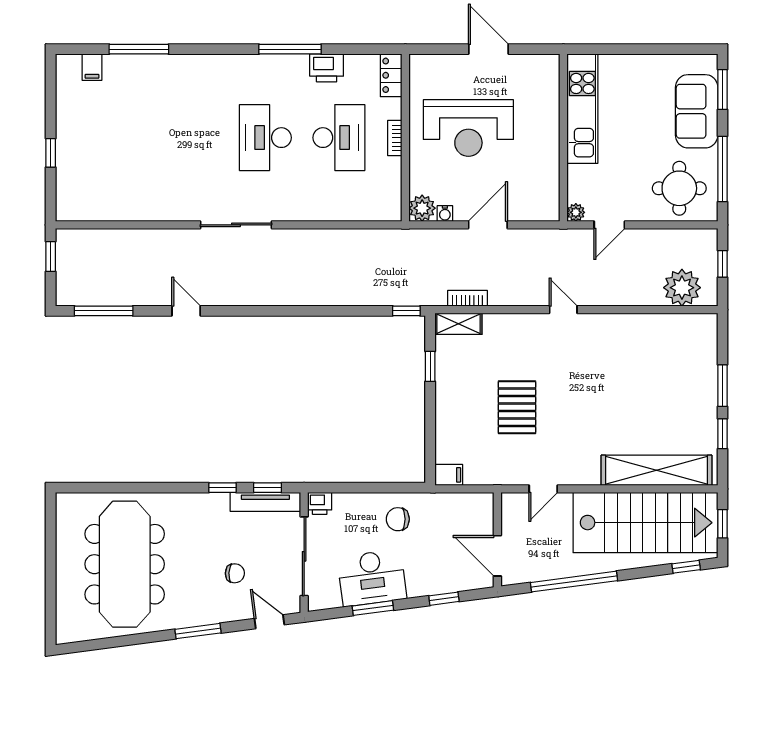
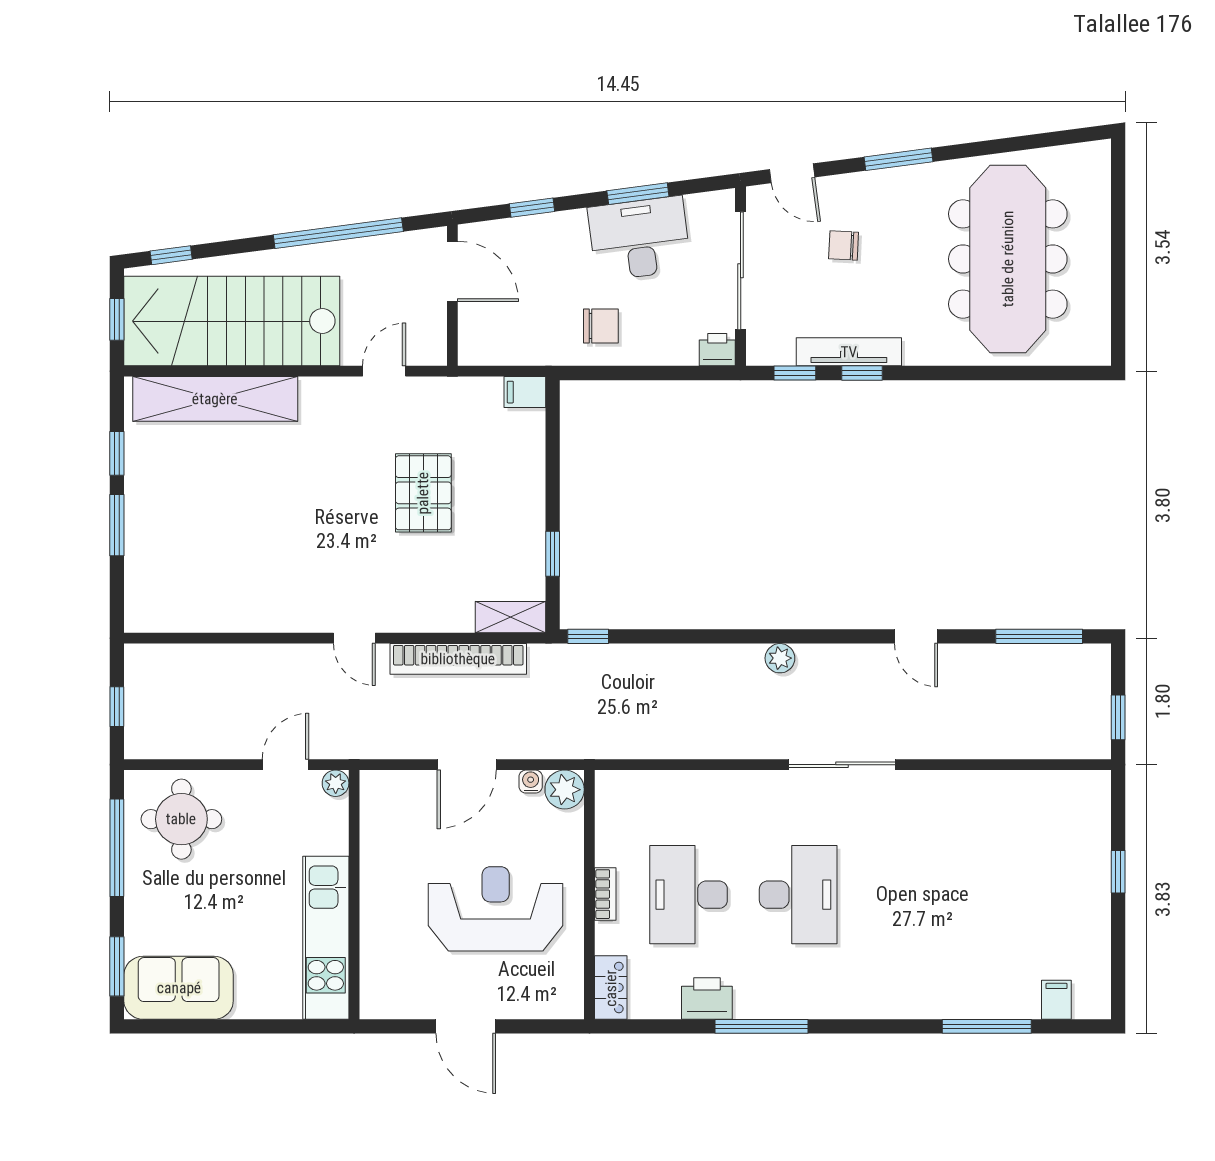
sofa: (697, 111) -> (179, 988), moved, turned -90
plant: (682, 288) -> (780, 658), moved, width x0.53, depth x0.53
bookcase: (467, 298) -> (458, 659), width x2.31, depth x1.31
tv unit: (265, 502) -> (849, 352), moved

